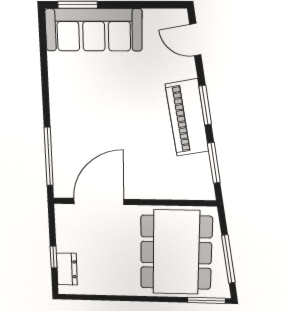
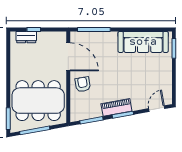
sofa: (94, 30) -> (143, 42), moved, turned -90
piano: (187, 118) -> (116, 107), width x0.73, depth x0.75
armchair: (148, 177) -> (83, 84), added

